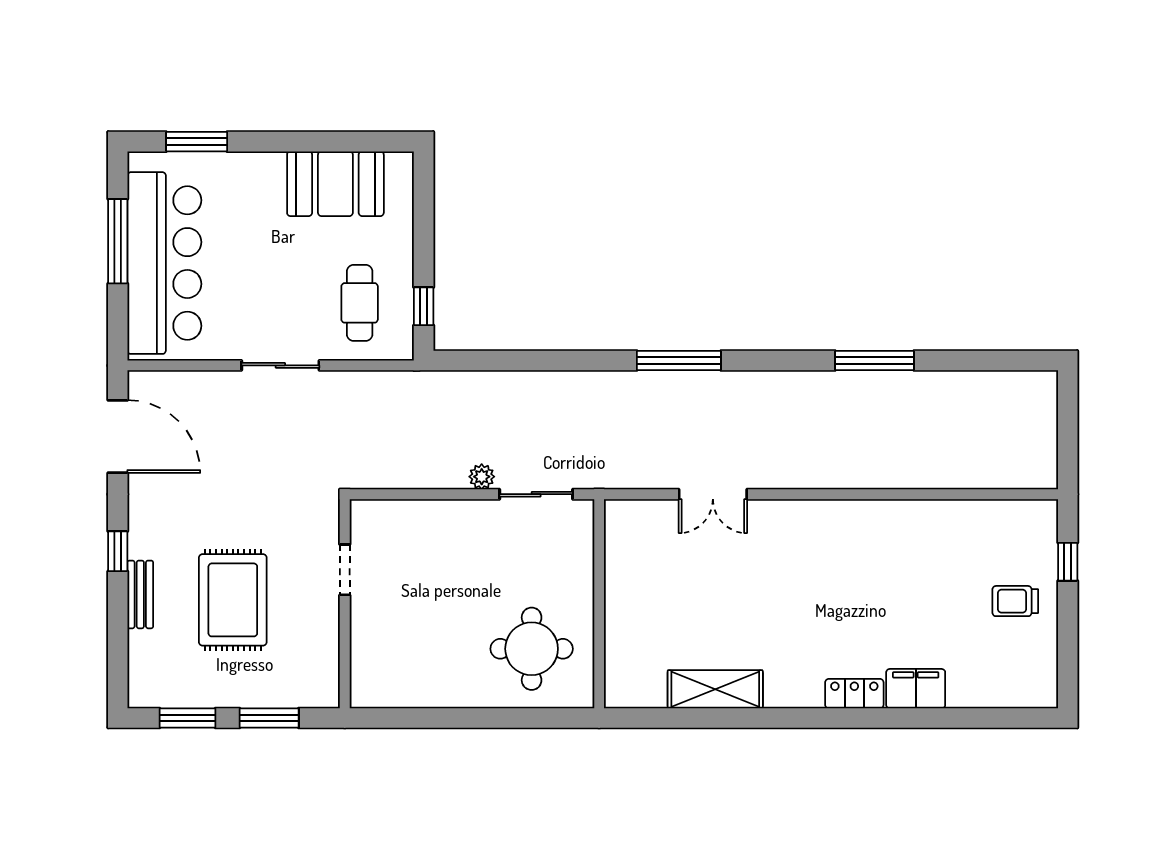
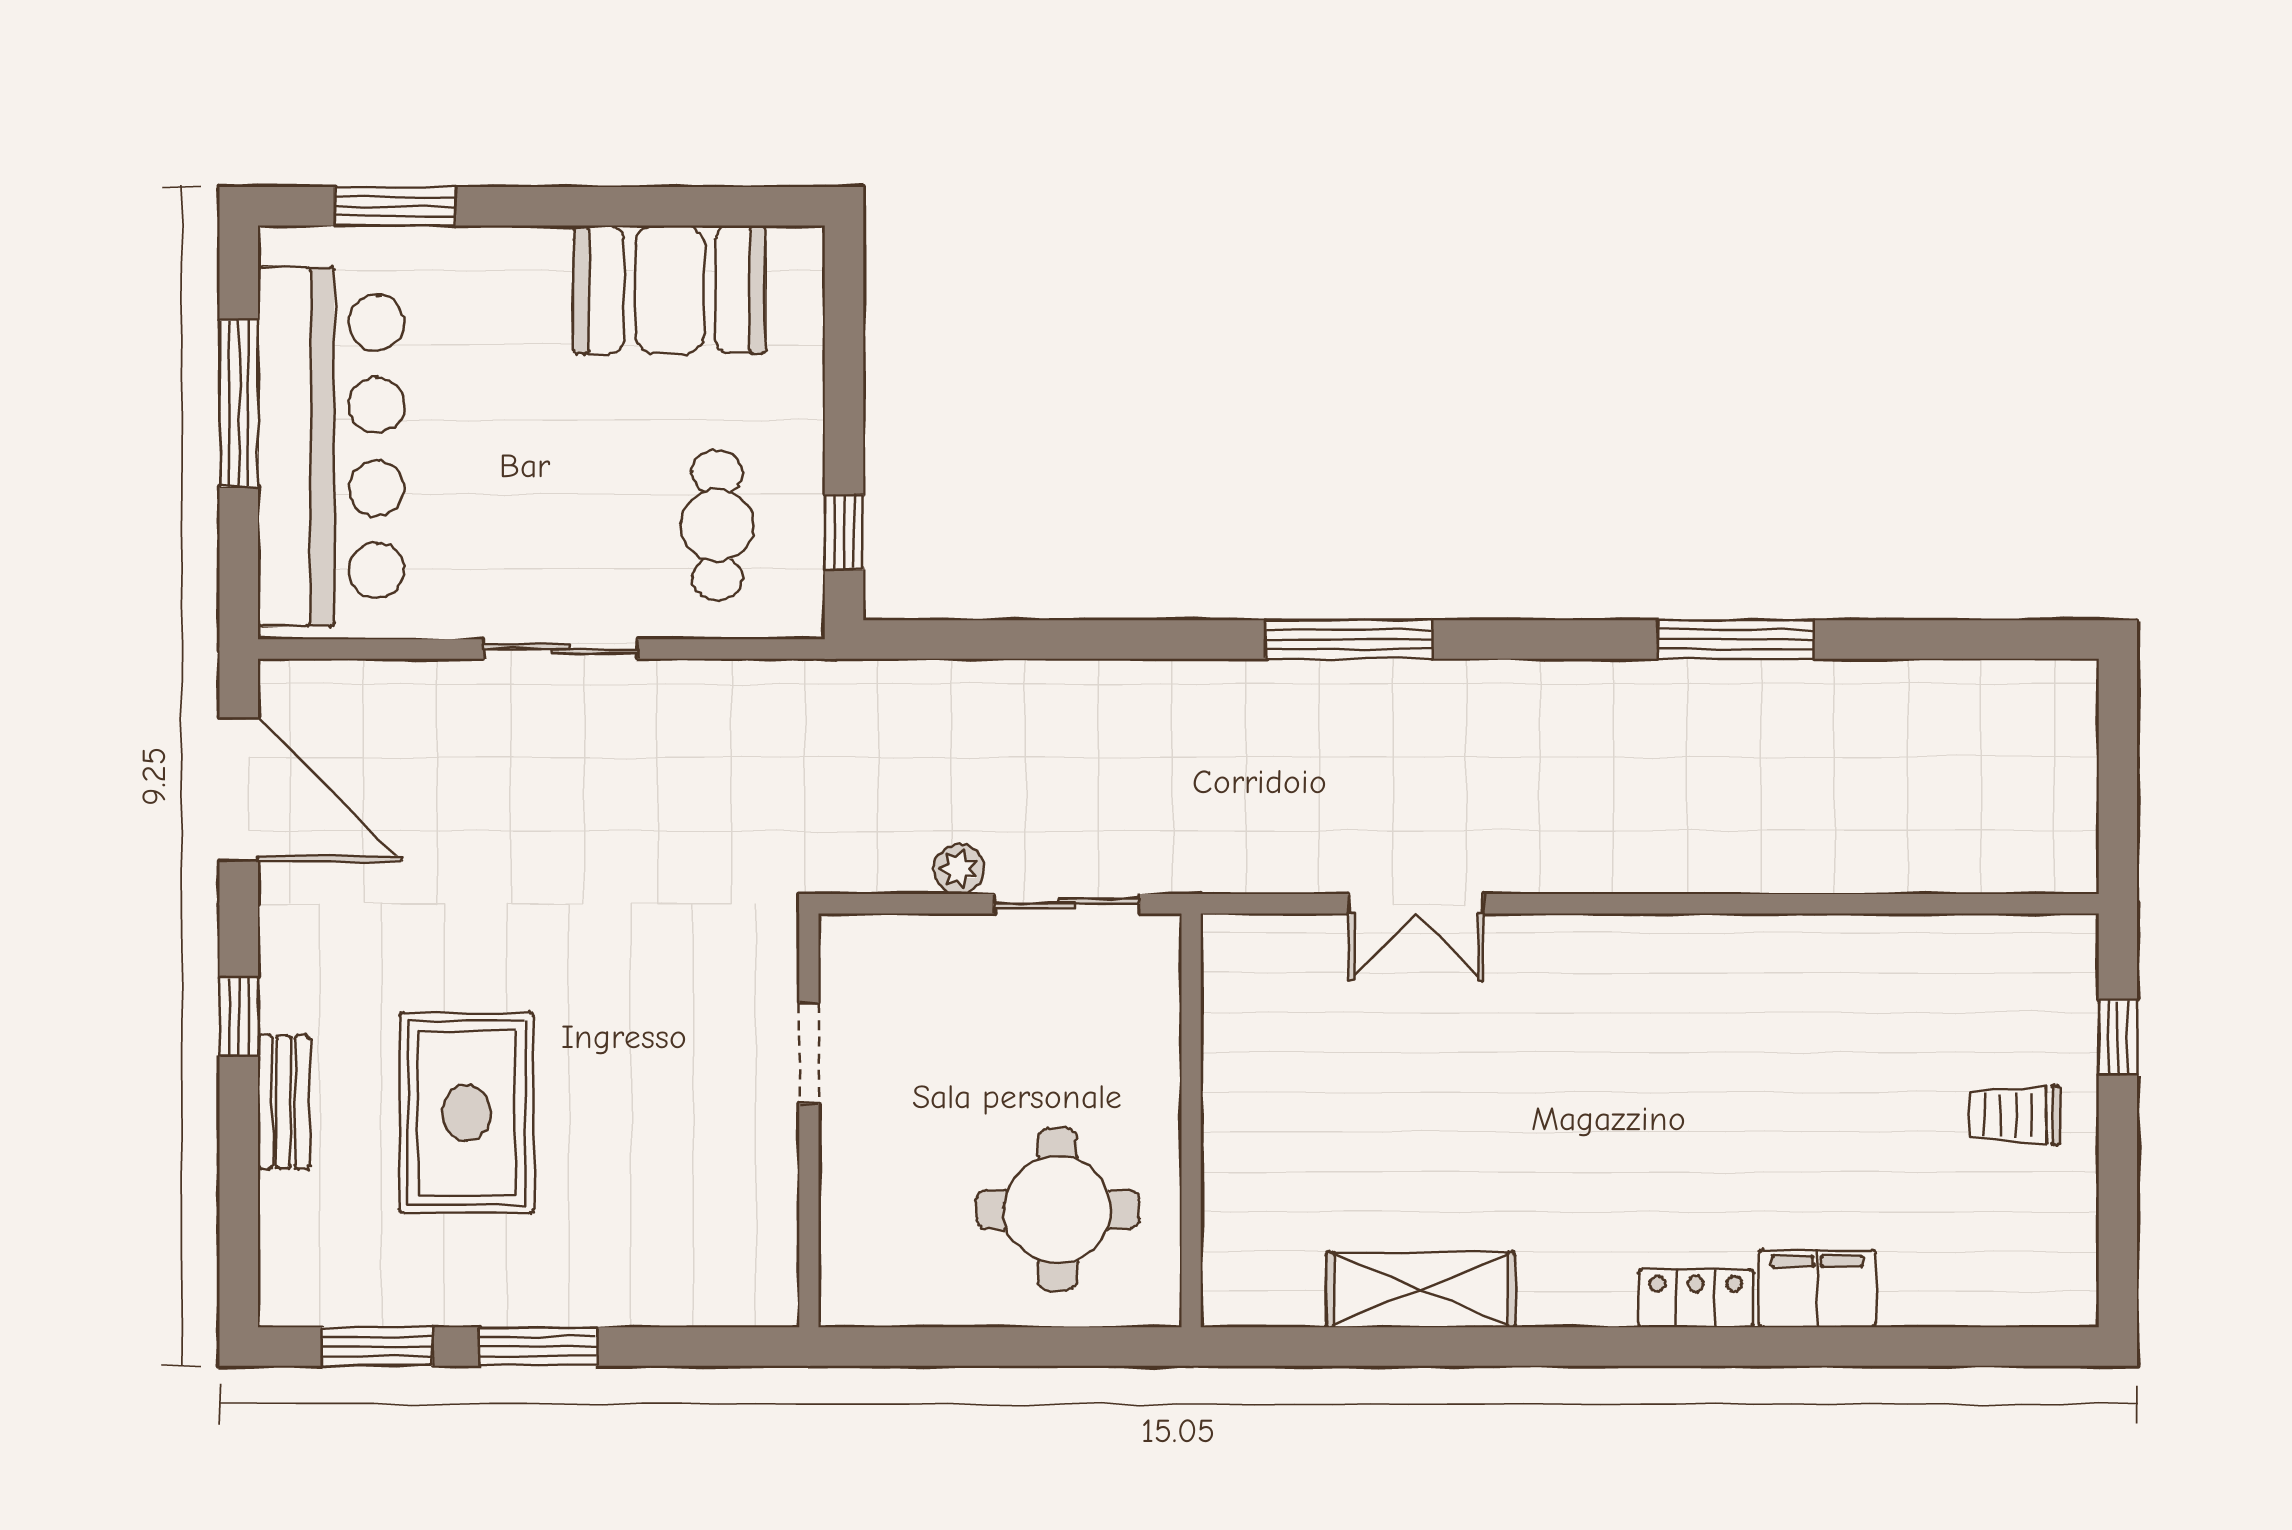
doorway: (345, 570) -> (809, 1053), moved
wall: (345, 604) -> (809, 1120), moved

